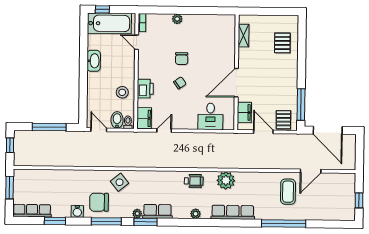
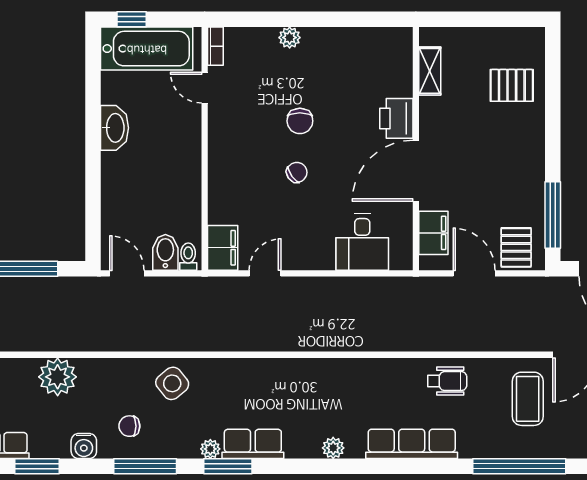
pallet: (282, 43) -> (512, 85), turned 90
printer: (145, 89) -> (396, 118), moved, turned 180
stool: (122, 92) -> (176, 194), removed
plant: (226, 180) -> (58, 377), moved
wheelchair: (194, 181) -> (447, 381), moved
chair: (99, 202) -> (129, 426), width x0.54, depth x0.54

